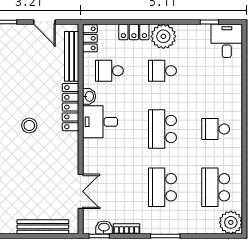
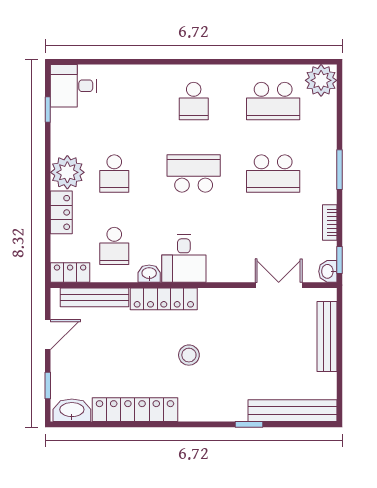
school desk: (162, 129) -> (194, 173), turned 180
washbasin: (104, 228) -> (328, 271), moved

